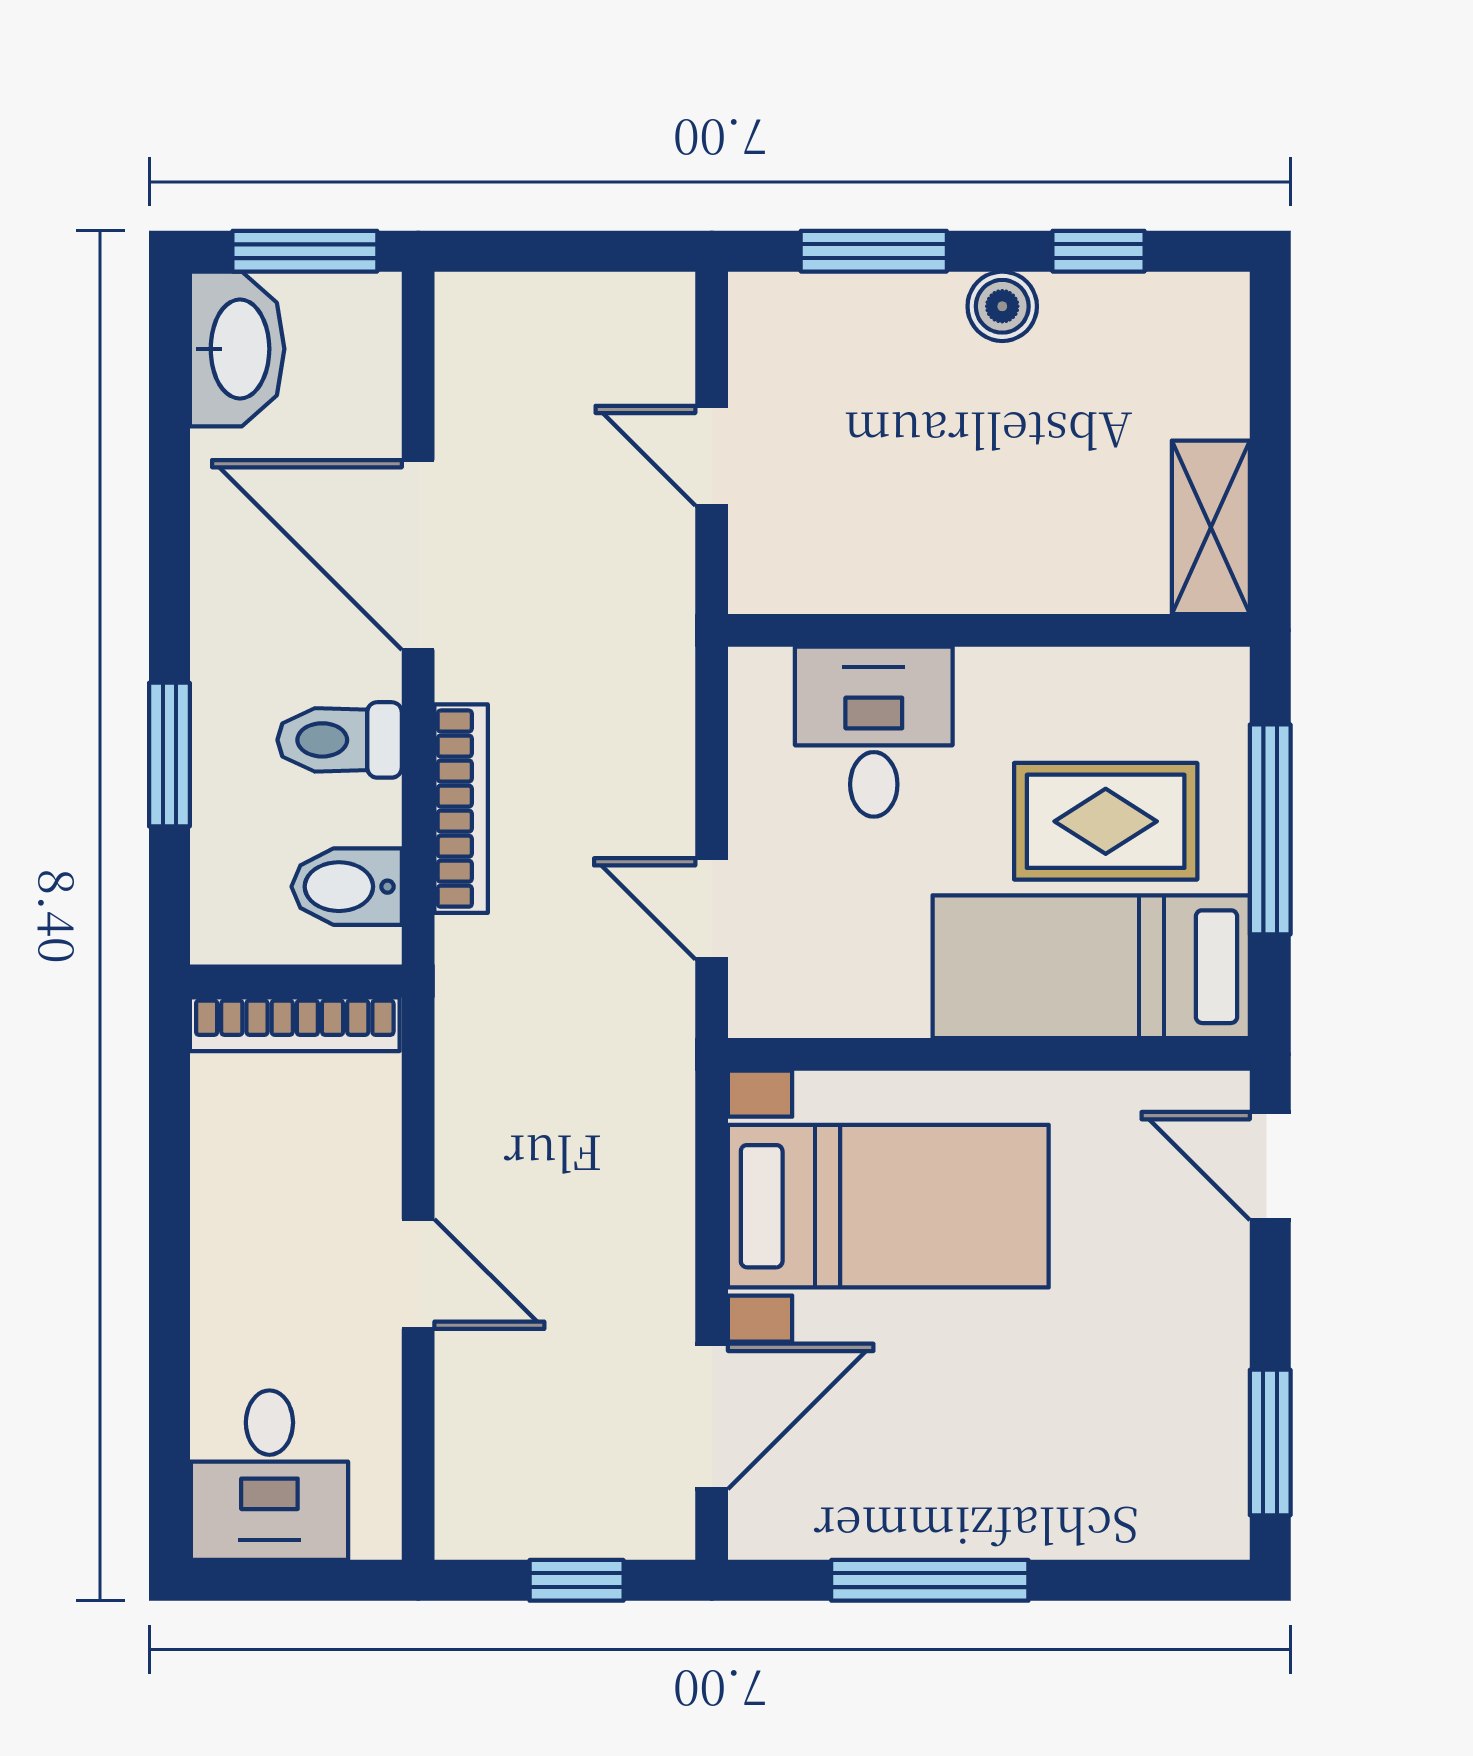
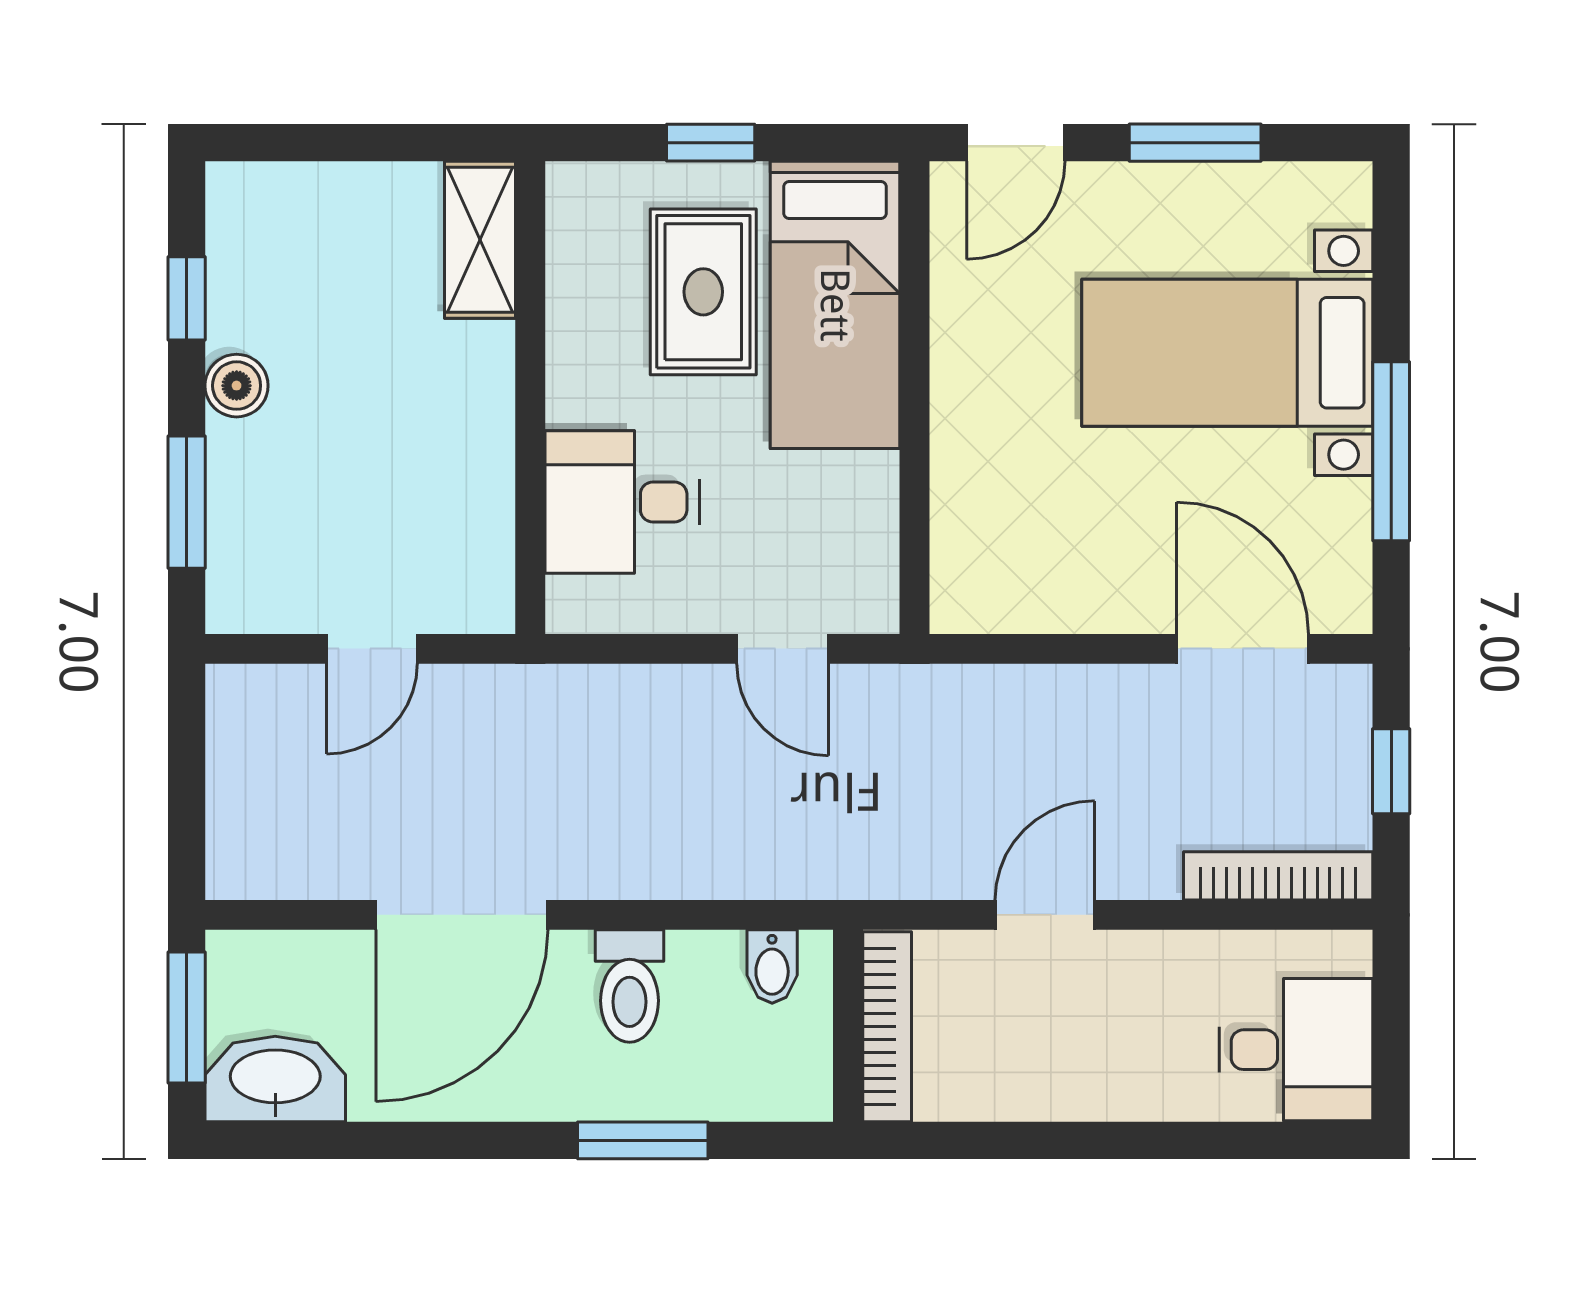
shelving: (1211, 527) -> (480, 240), moved, turned 90
bookcase: (461, 809) -> (1278, 876), moved
window: (1270, 829) -> (711, 143), width x0.46
bidet: (347, 887) -> (772, 966), width x0.72, depth x0.74
door: (712, 909) -> (783, 649), hinge flipped
bed with nightstands: (888, 1206) -> (1227, 353), moved, turned -90
door: (418, 1274) -> (1045, 915), moved
window: (1270, 1442) -> (1195, 143), moved

